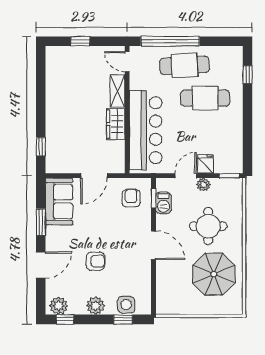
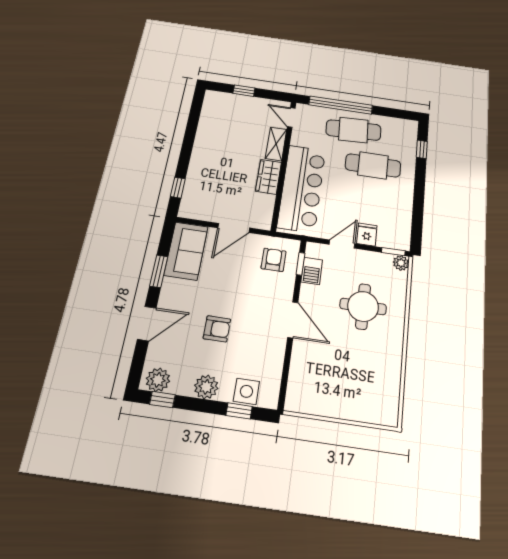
plant: (203, 185) -> (401, 263), moved
parasol: (214, 274) -> (364, 368), removed

